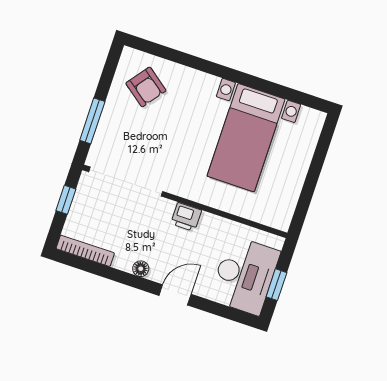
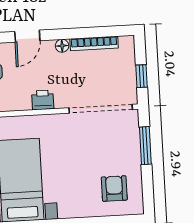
armchair: (146, 87) -> (114, 189), turned 53
bookcase: (85, 251) -> (94, 43), moved

